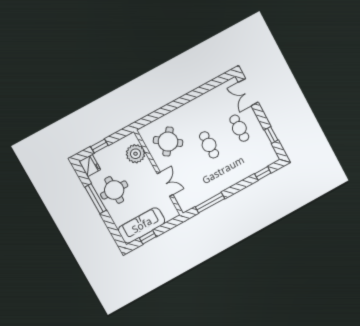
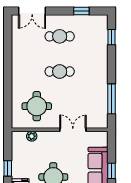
round table: (168, 142) -> (37, 106), turned -36
plant: (136, 154) -> (32, 136), width x0.53, depth x0.53

